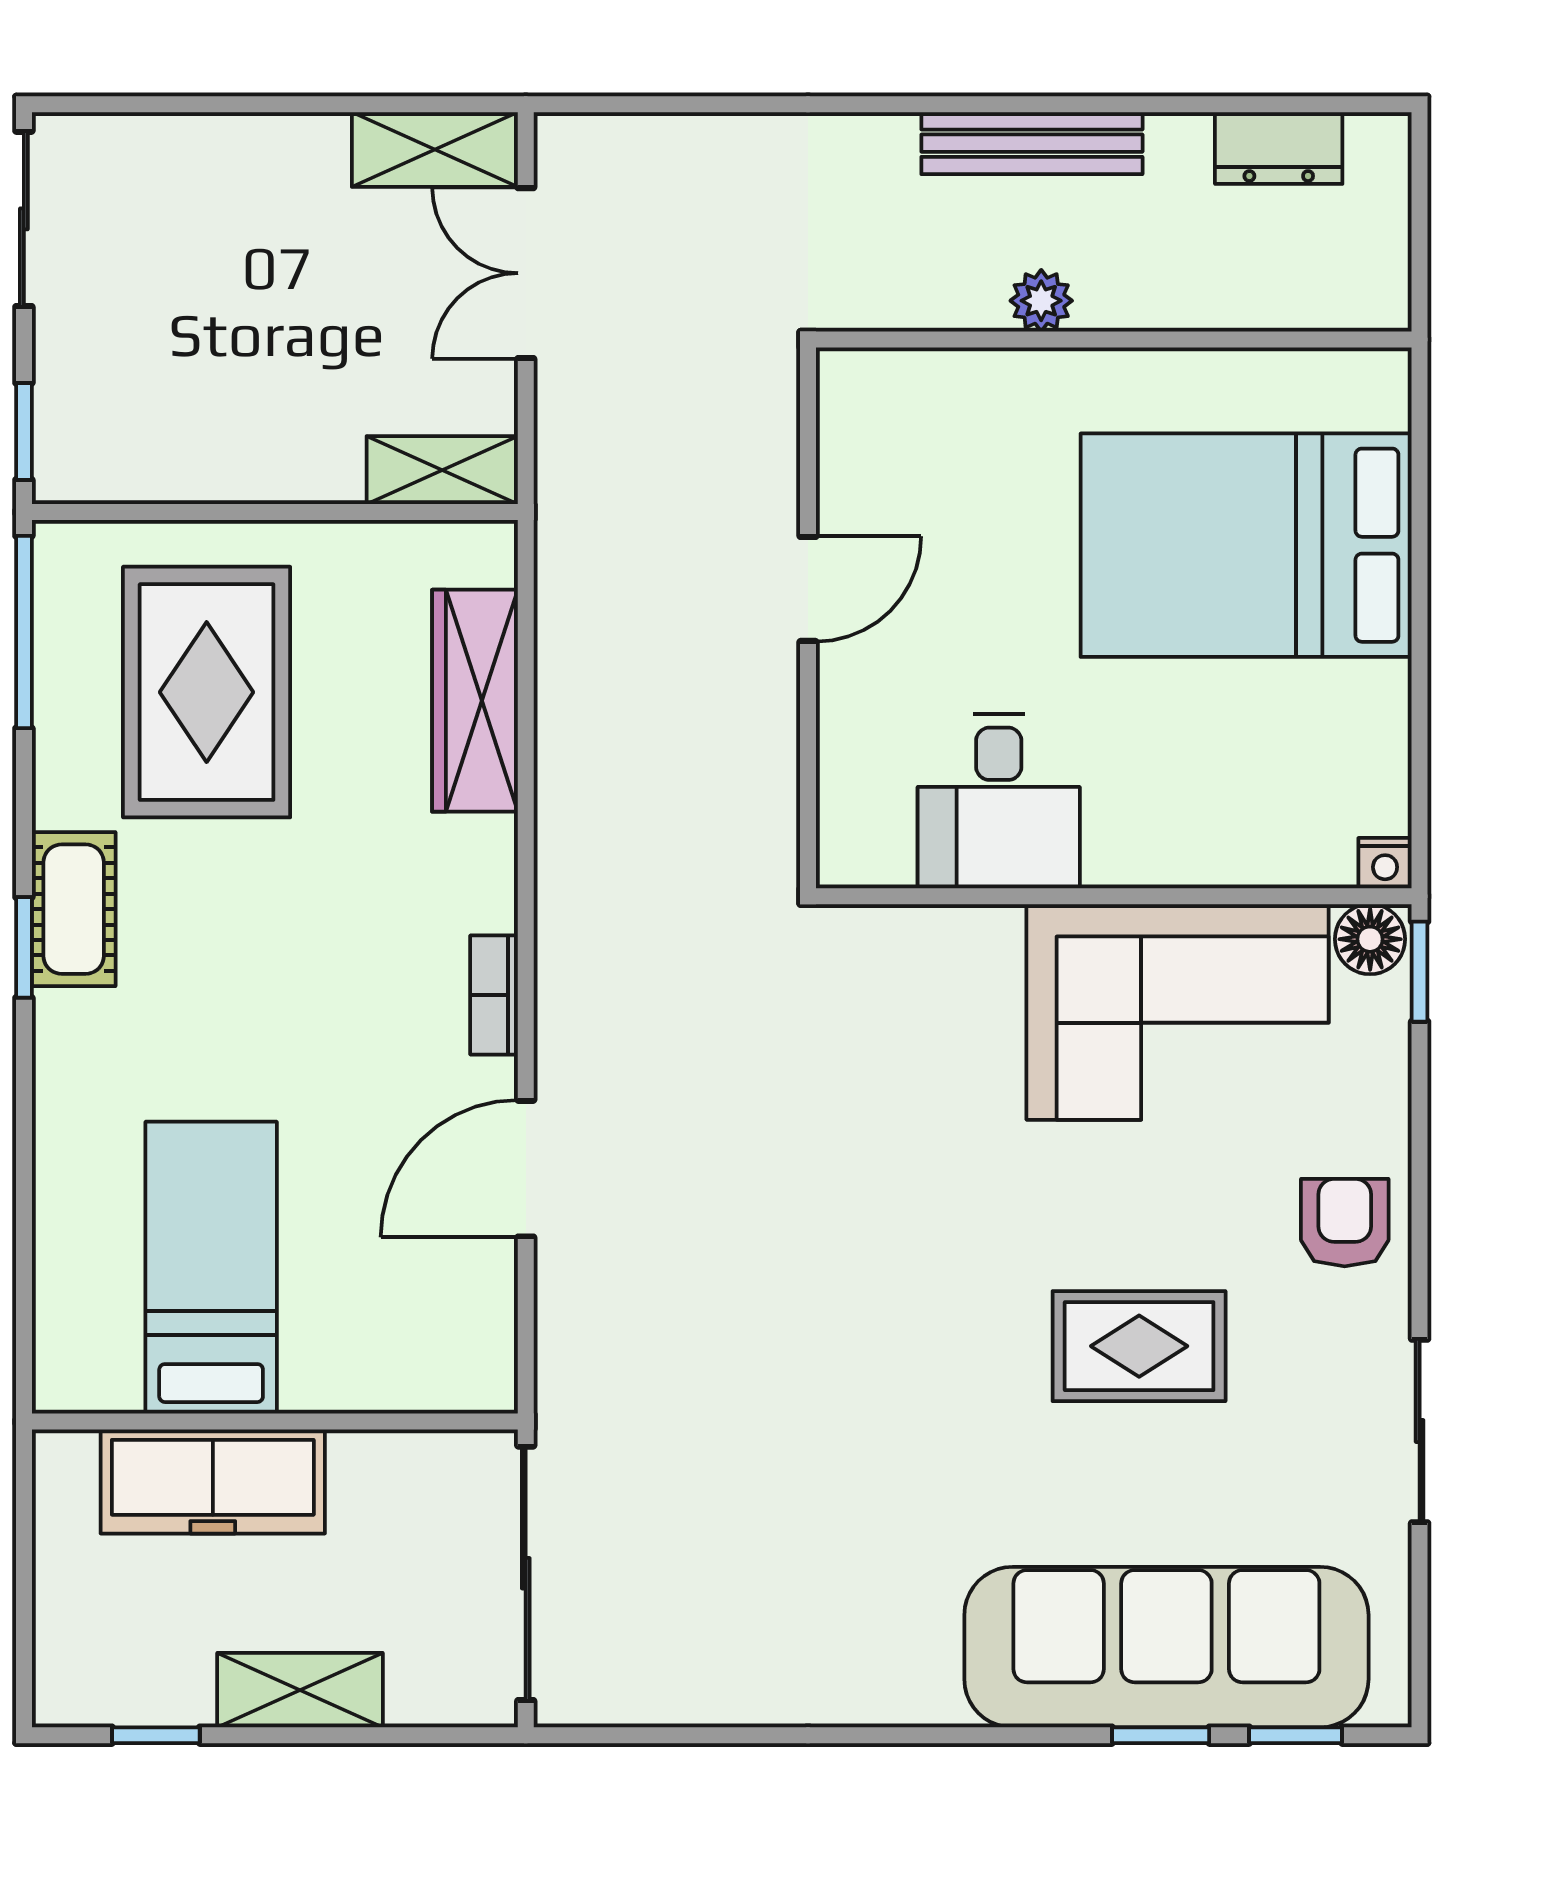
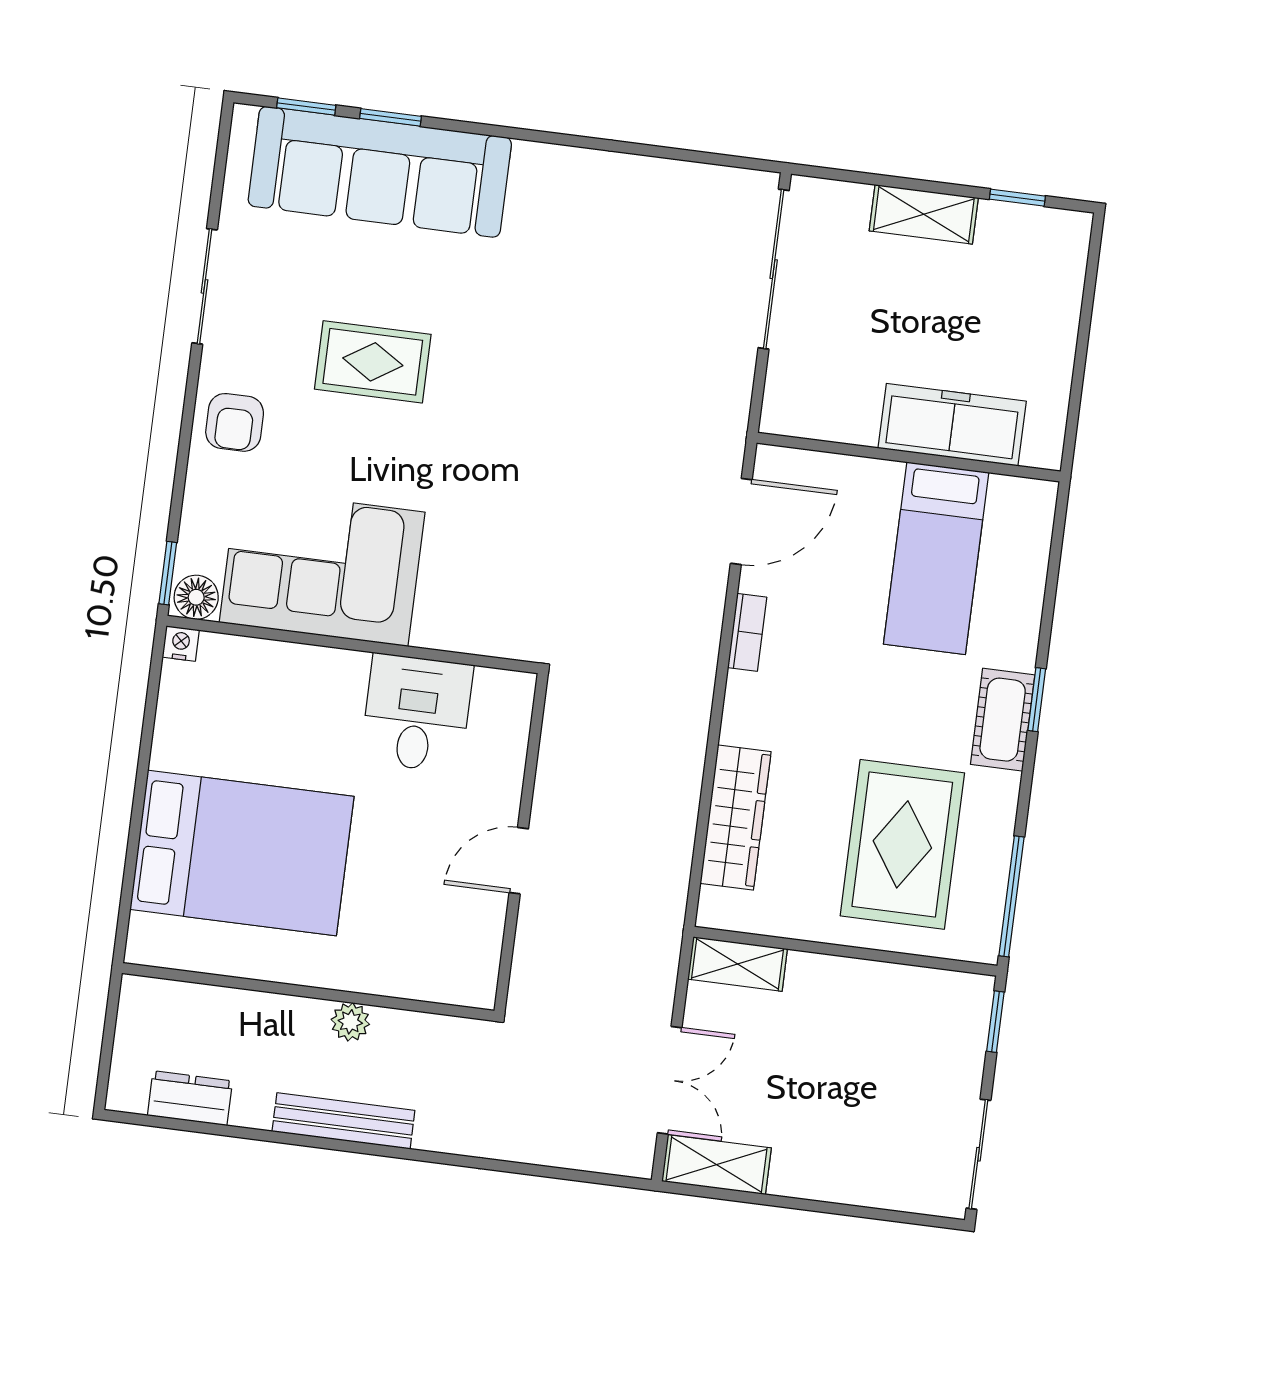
bed: (211, 1268) -> (936, 558), moved
wall: (275, 1422) -> (909, 457), moved
freezer: (213, 1481) -> (952, 425), moved

